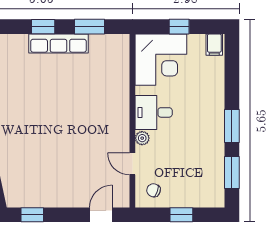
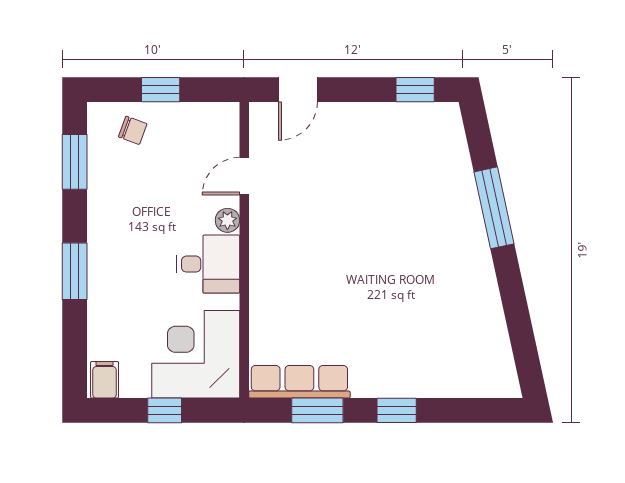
row of seats: (59, 43) -> (299, 382), moved
window: (232, 126) -> (75, 271), moved
door: (132, 164) -> (244, 176), swing flipped
chair: (153, 190) -> (133, 130), moved

